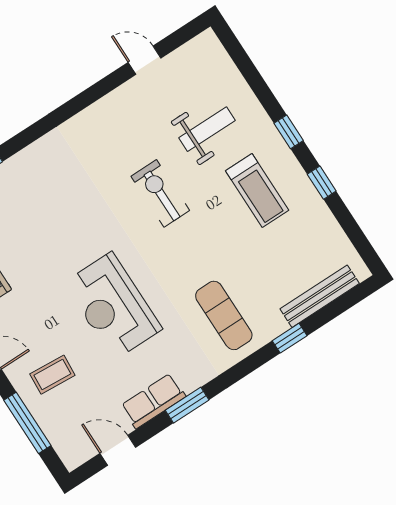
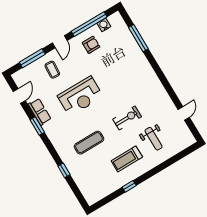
window: (289, 132) -> (151, 173), removed
bench: (320, 296) -> (81, 184), removed
reception desk: (113, 306) -> (80, 96), turned 180
exercise mat: (224, 315) -> (89, 143), moved

